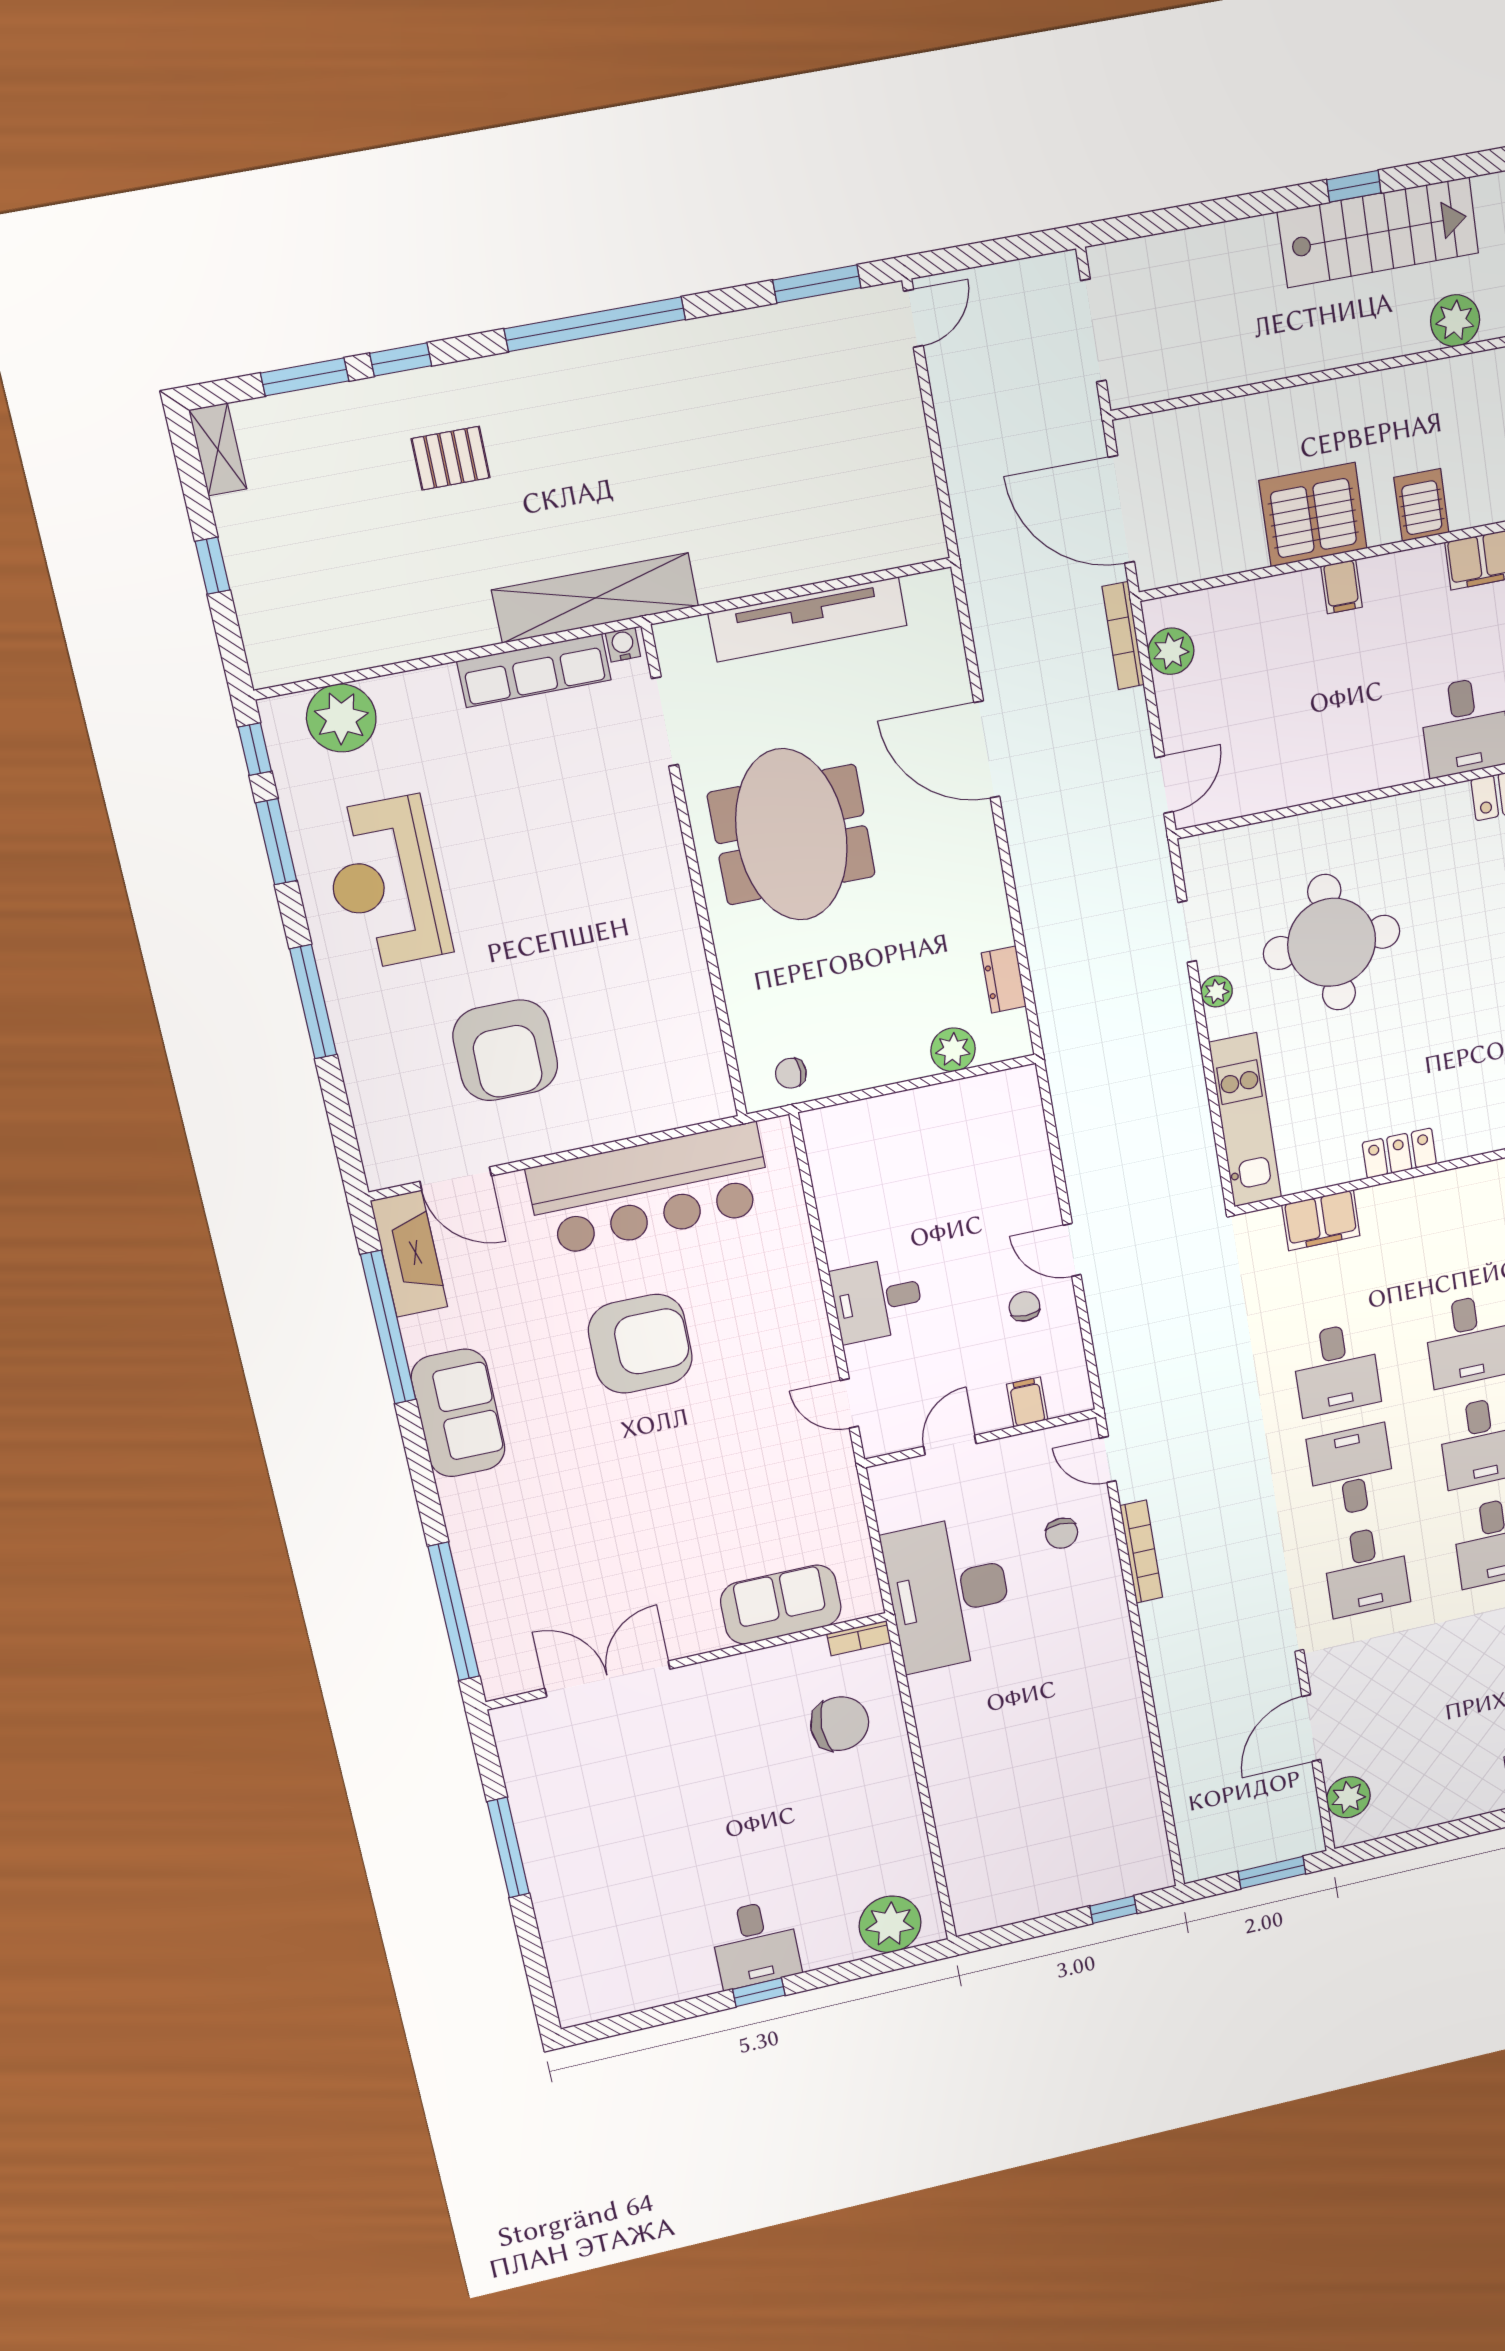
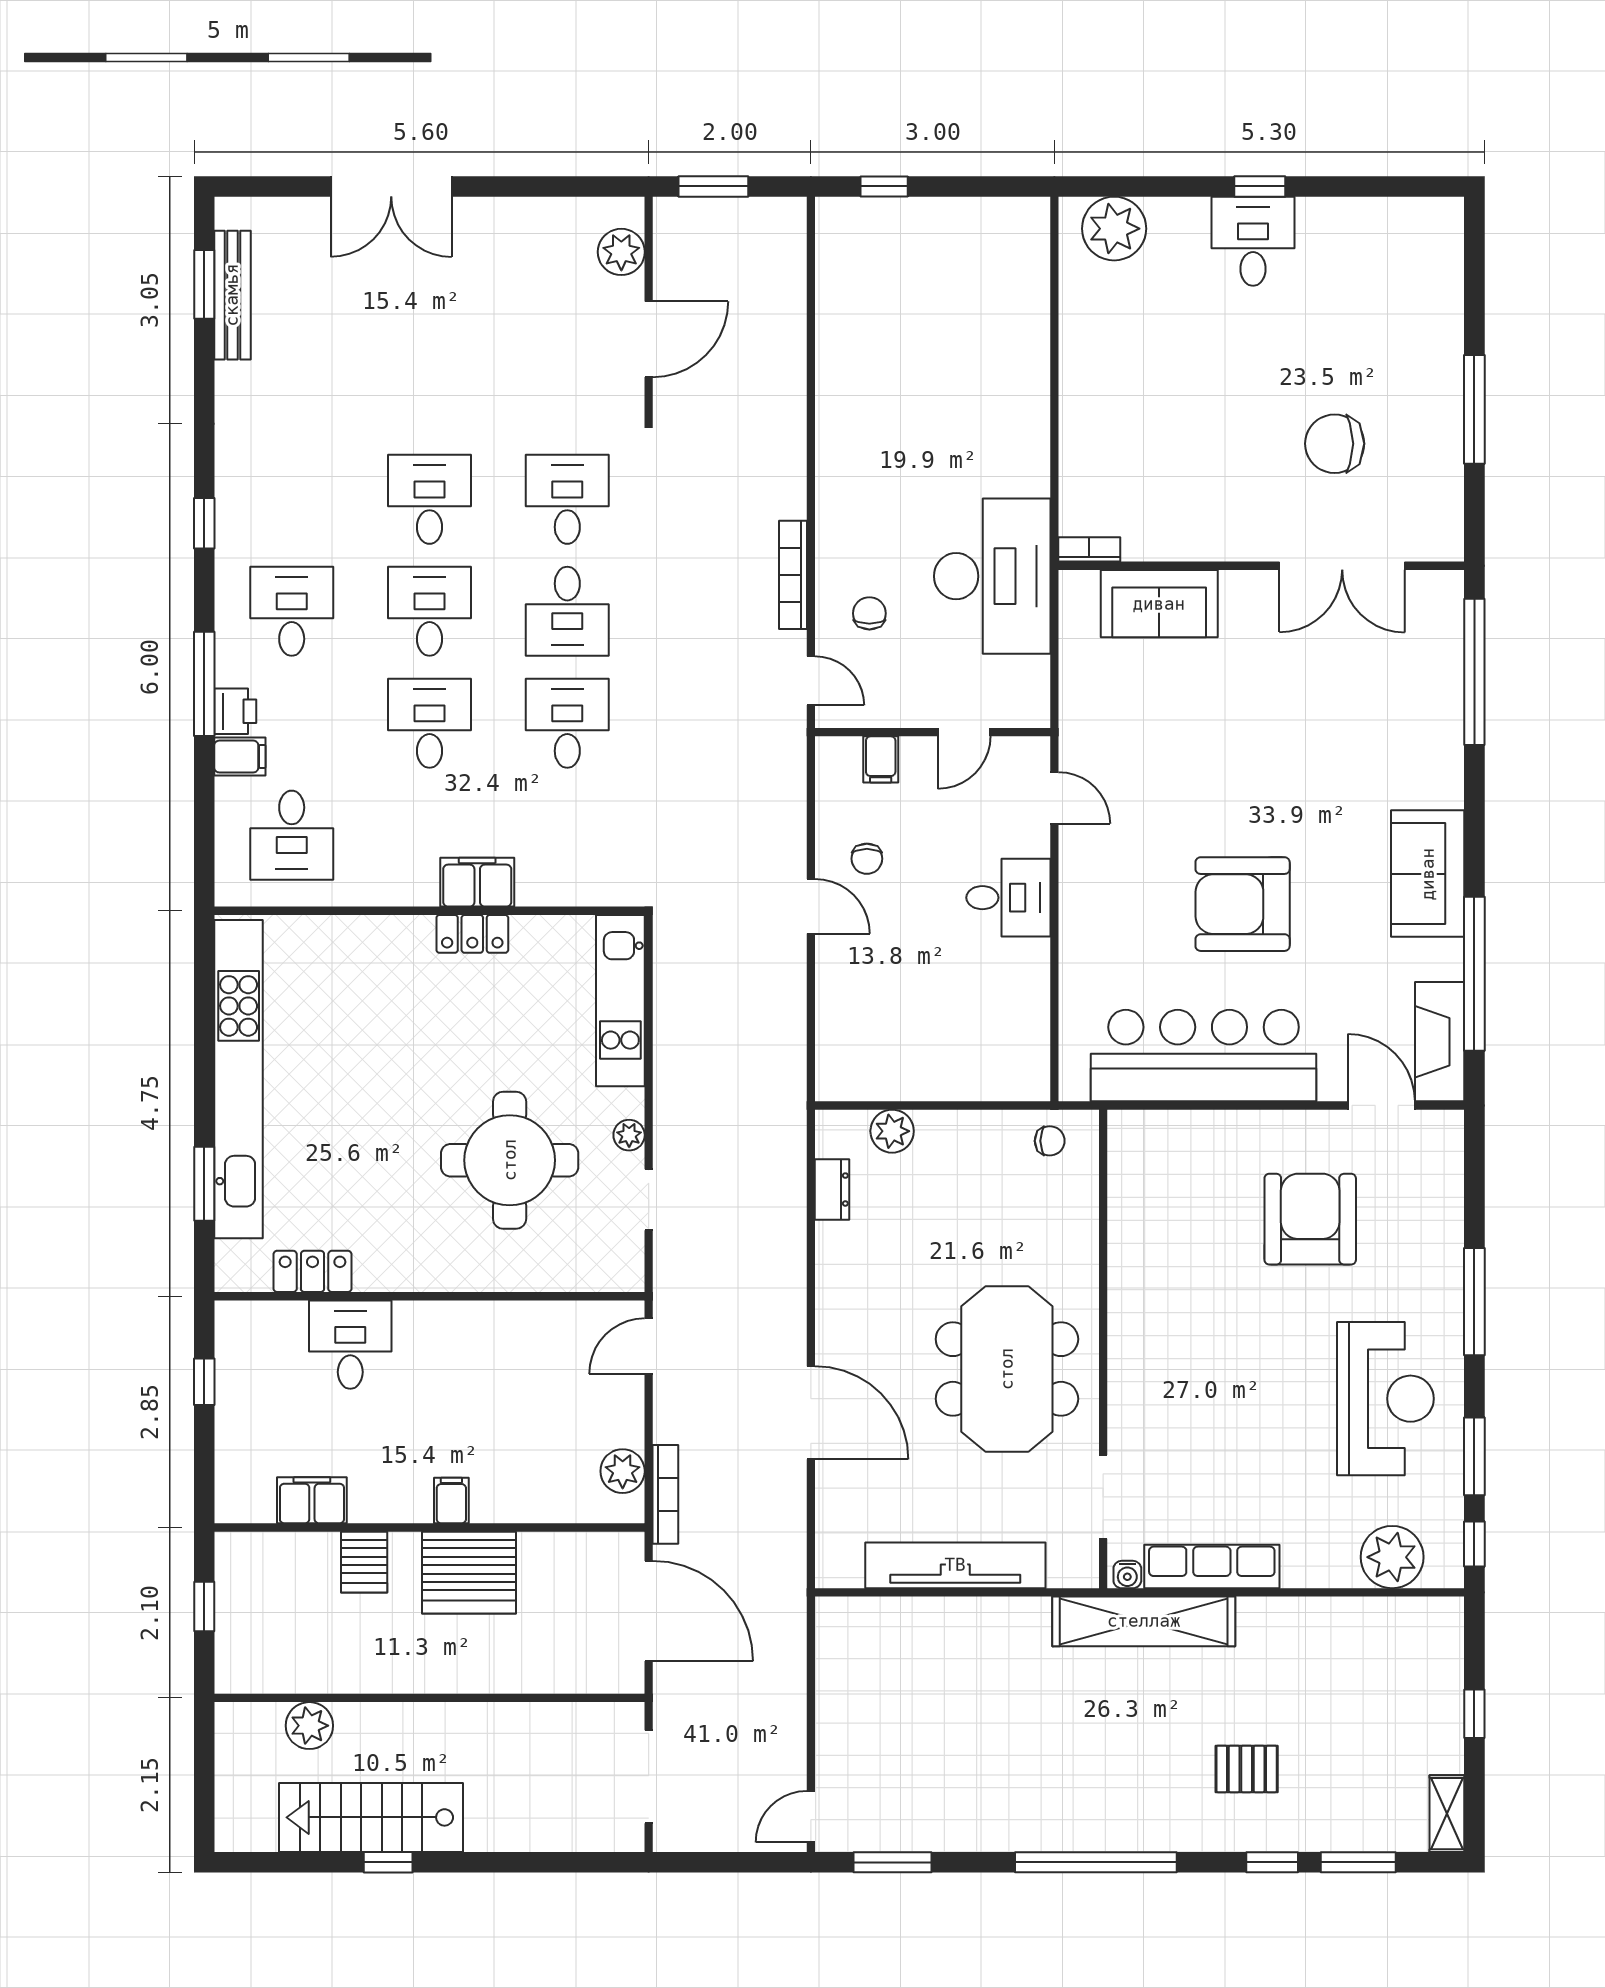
filing cabinet: (1321, 1220) -> (477, 882), moved
chair: (840, 1724) -> (1335, 444), moved

